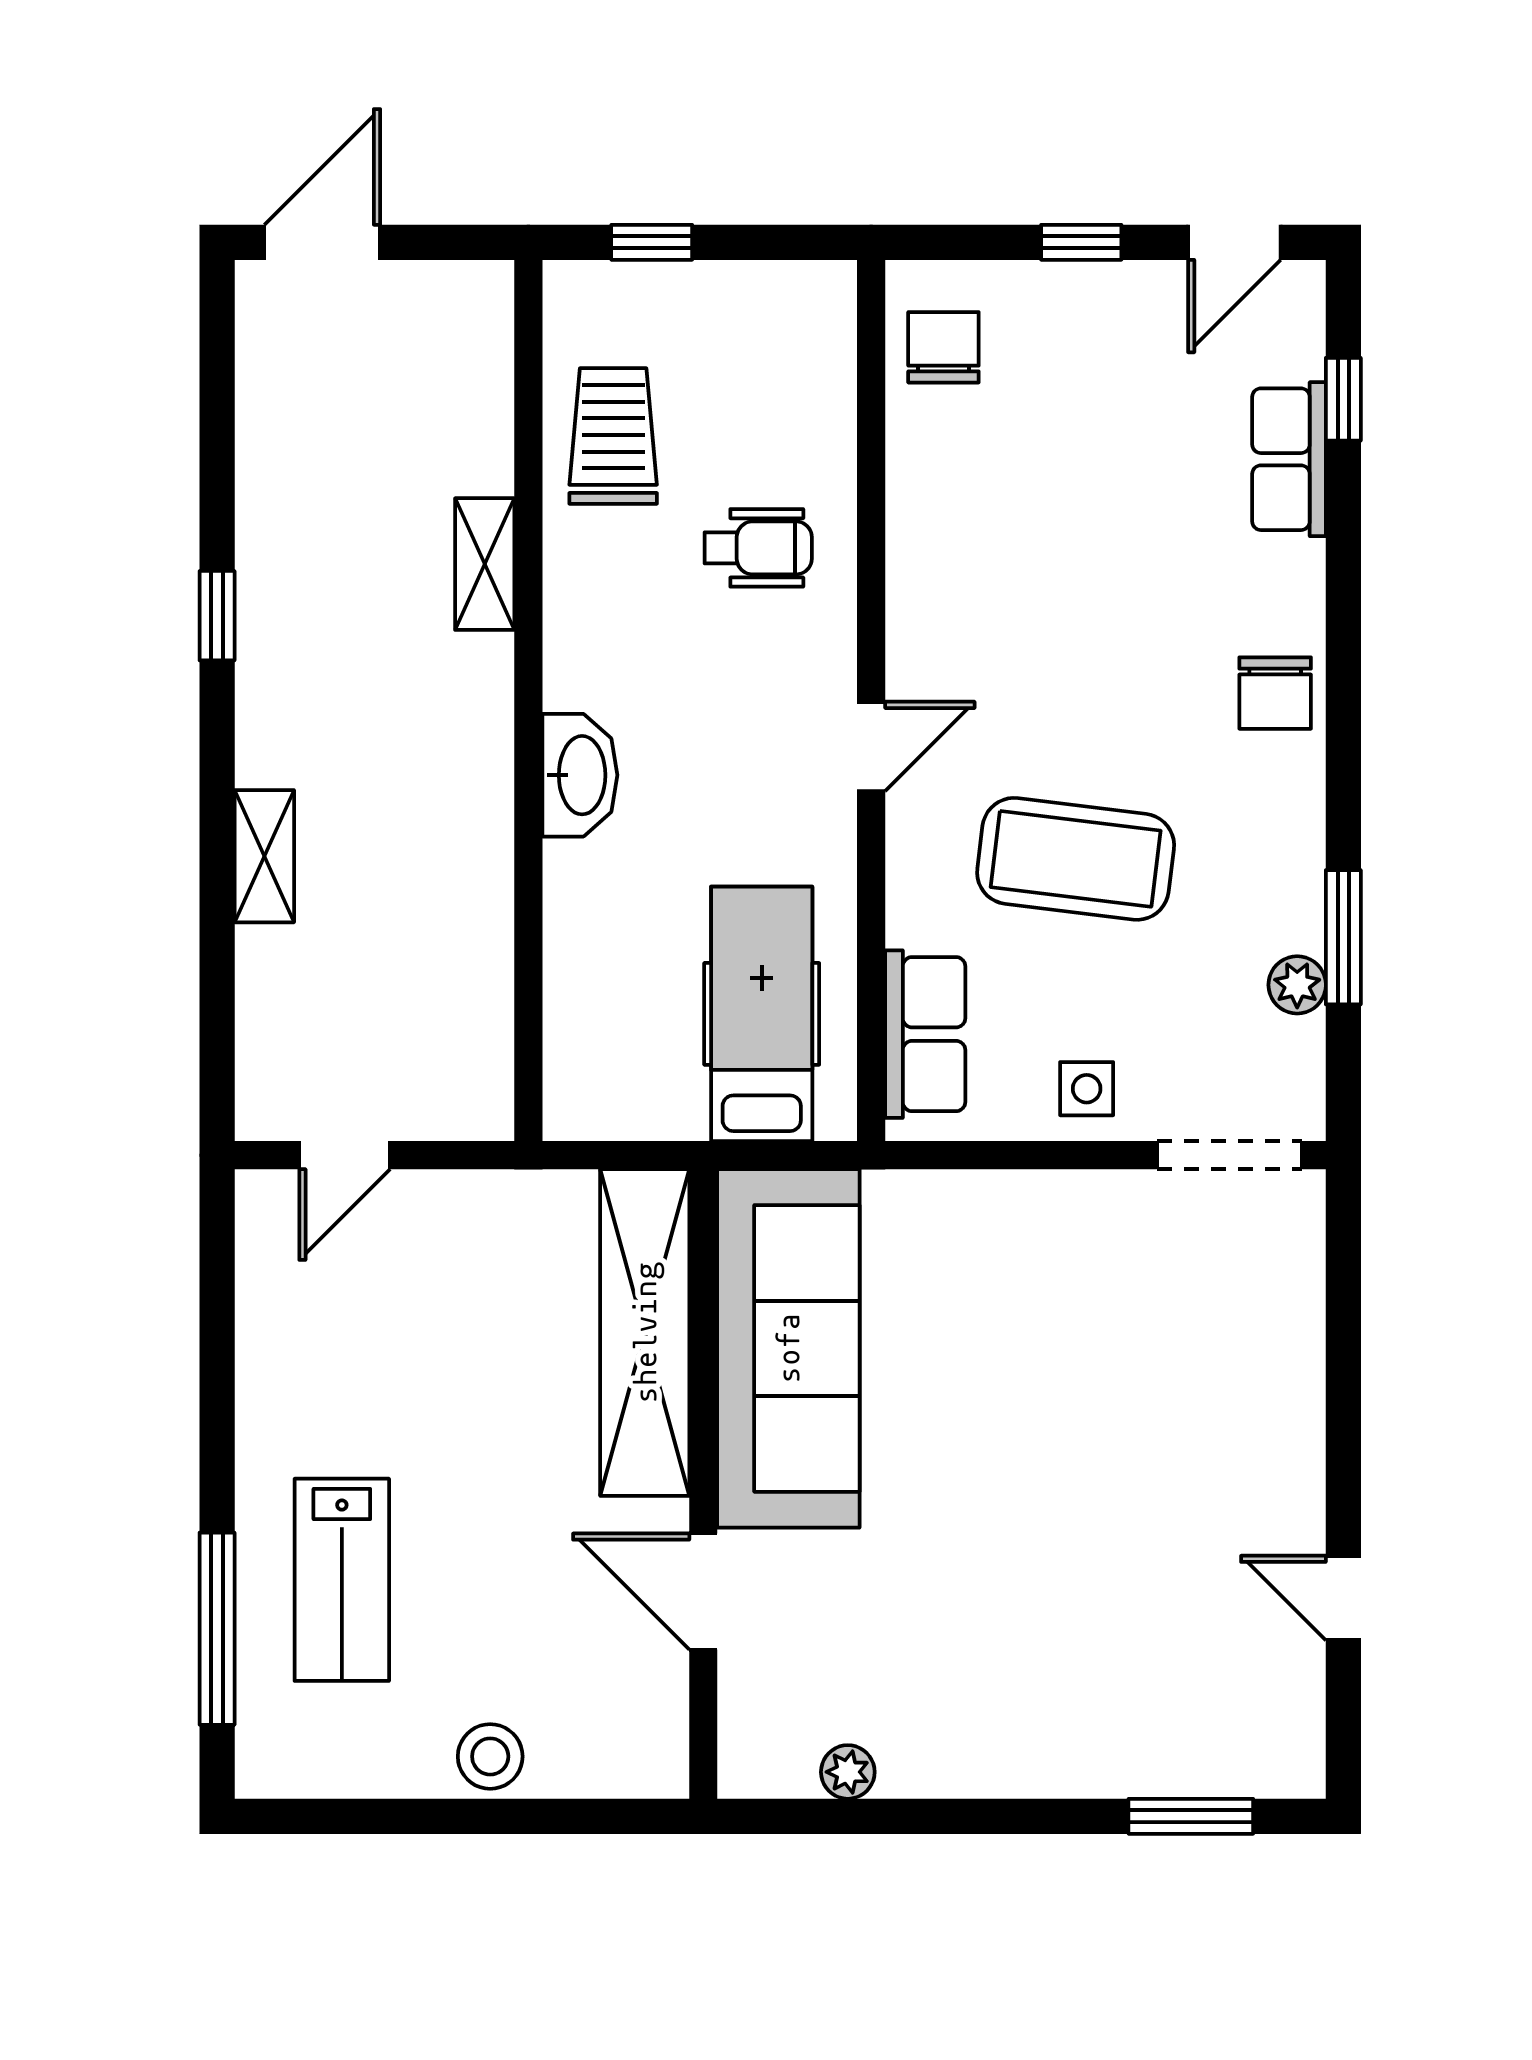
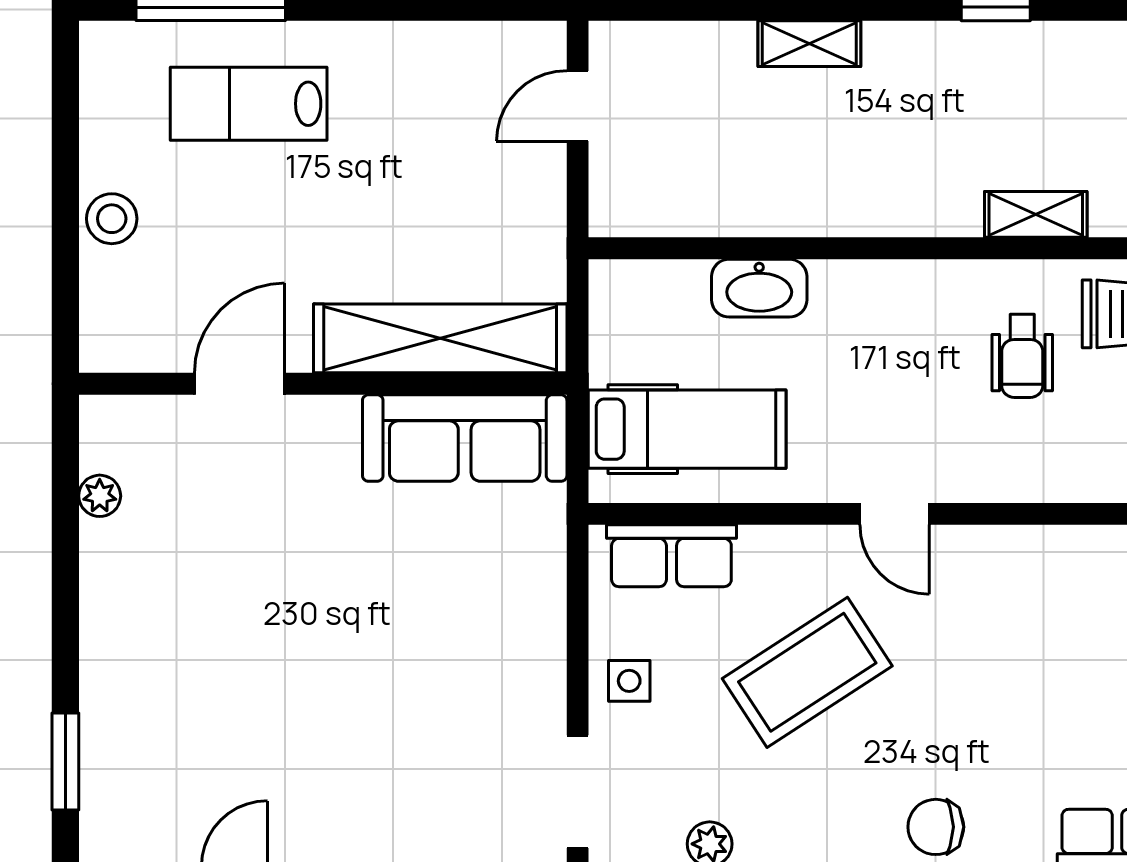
wheelchair: (758, 548) -> (1022, 356), moved
washbasin: (580, 775) -> (759, 288), moved
coffee table: (1076, 859) -> (807, 672), turned 50
door: (345, 1155) -> (578, 106), hinge flipped
sofa: (788, 1348) -> (465, 438), width x0.74, depth x0.79

